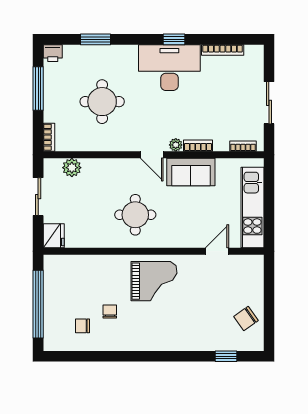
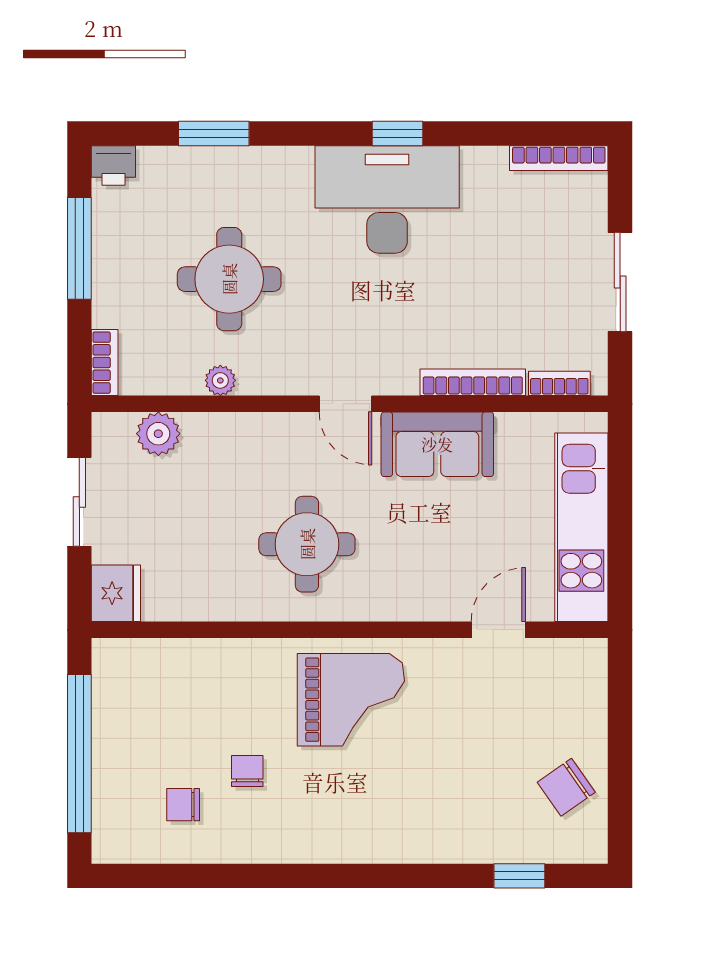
bookcase: (223, 50) -> (559, 158), moved
plant: (176, 145) -> (220, 380), moved
bookcase: (198, 146) -> (473, 382), width x1.56

